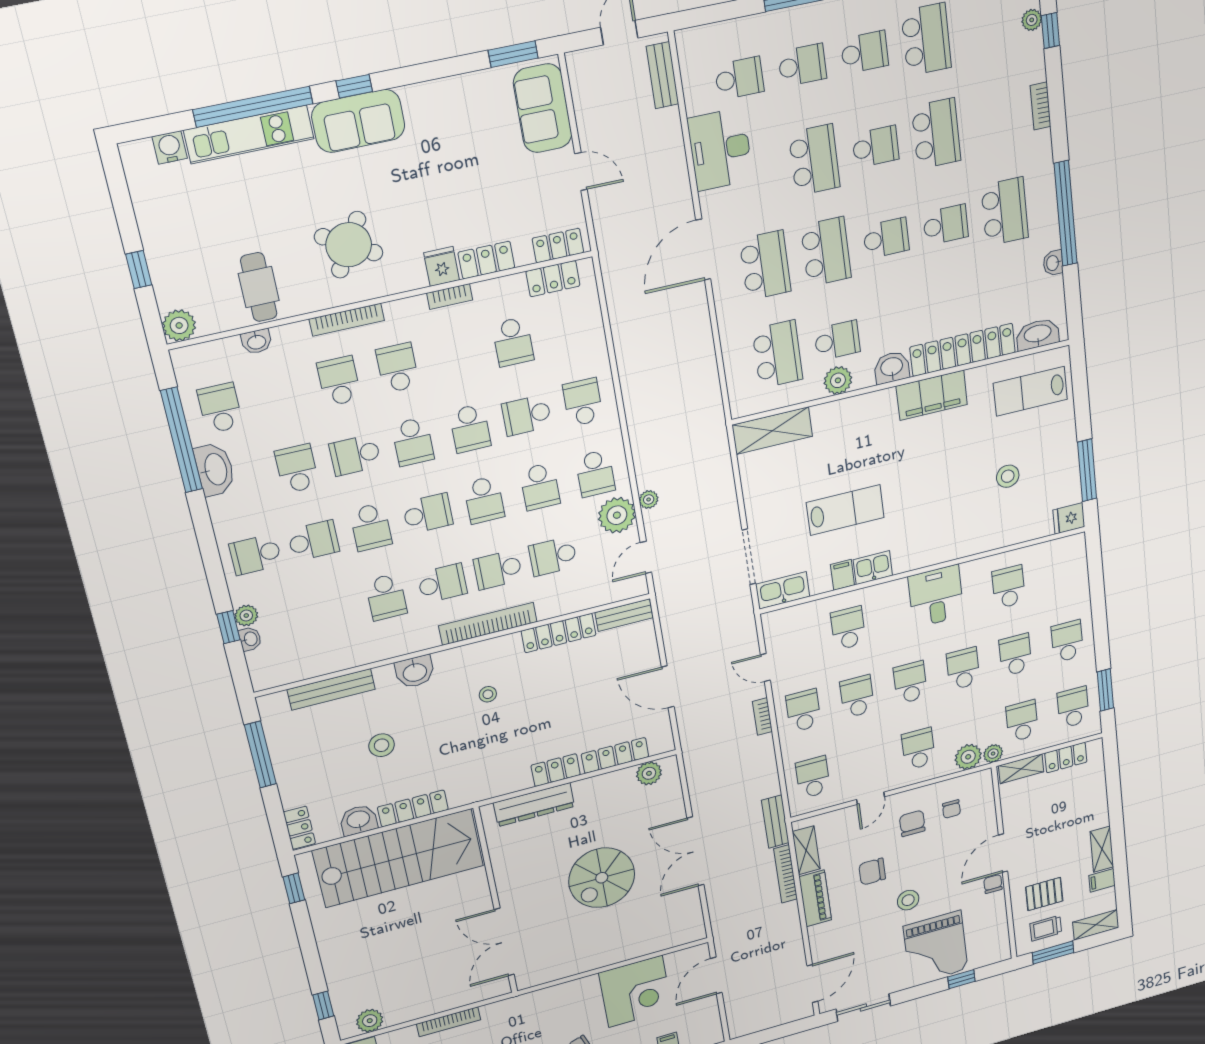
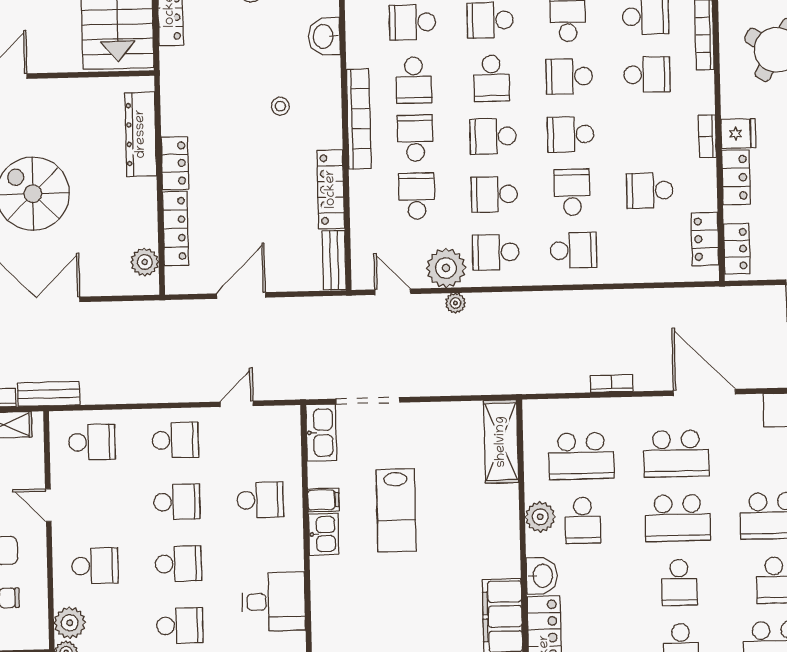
bookcase: (763, 717) -> (611, 384), moved

